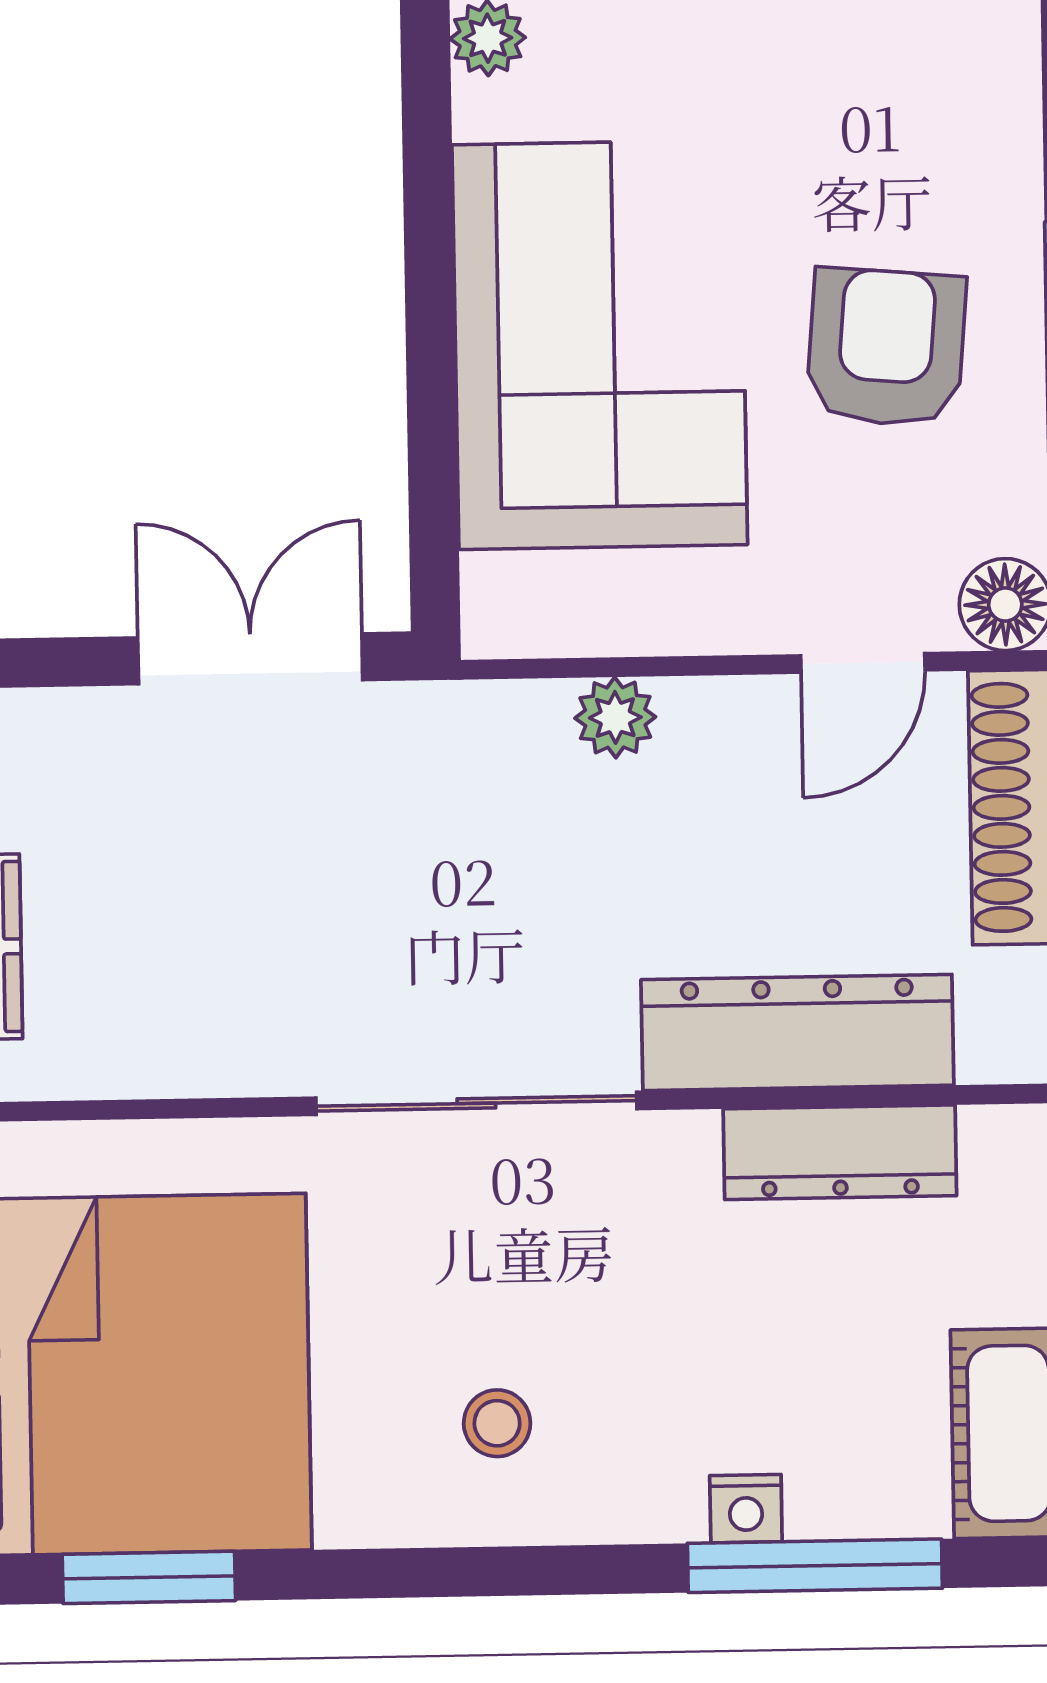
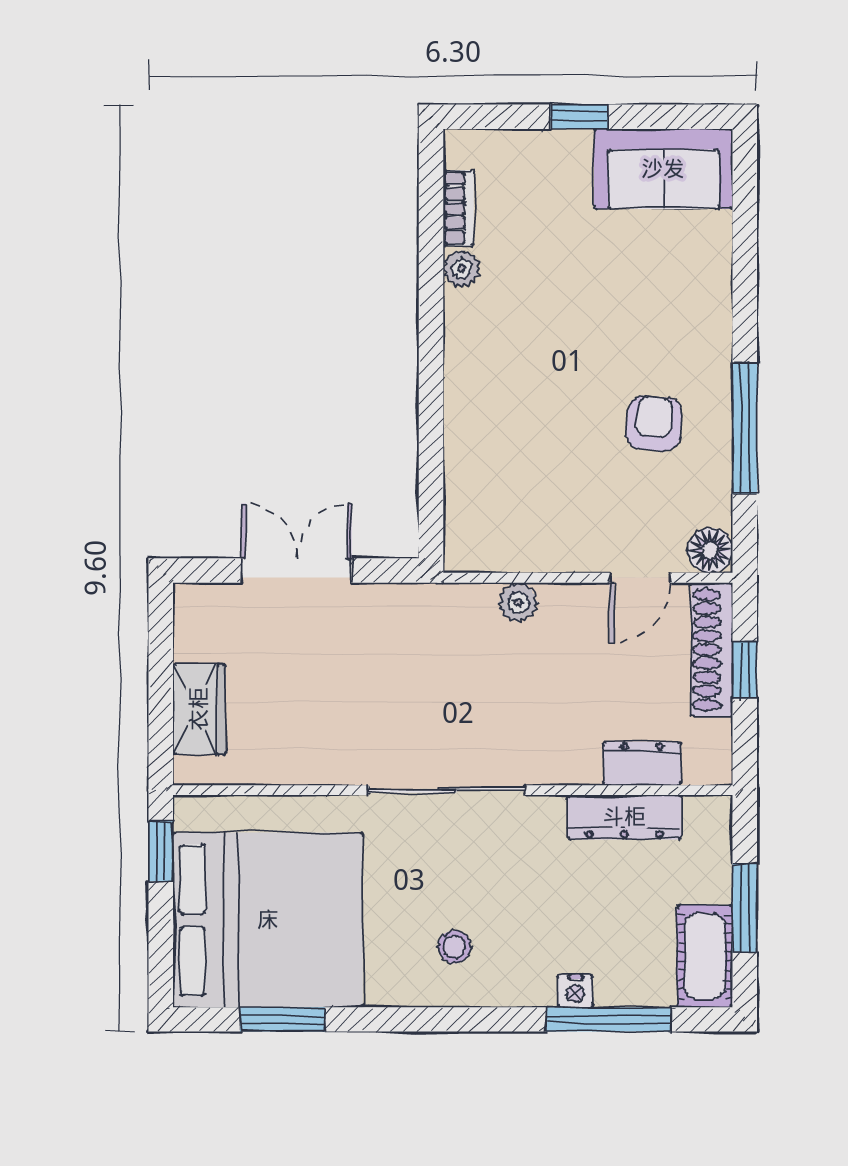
corner sofa: (600, 345) -> (514, 420), removed
armchair: (886, 347) -> (654, 423), width x0.72, depth x0.72
double door: (250, 659) -> (296, 570), moved
dresser: (797, 1032) -> (642, 763), width x0.51, depth x0.80

